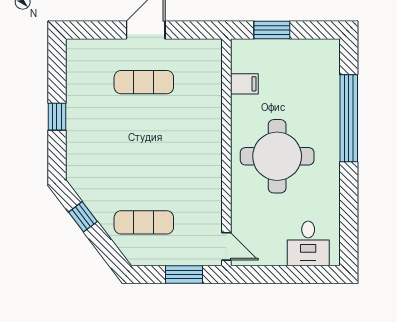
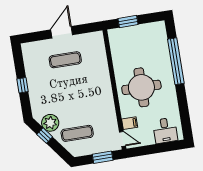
filing cabinet: (244, 84) -> (130, 123), moved
plant: (97, 195) -> (50, 123), added

